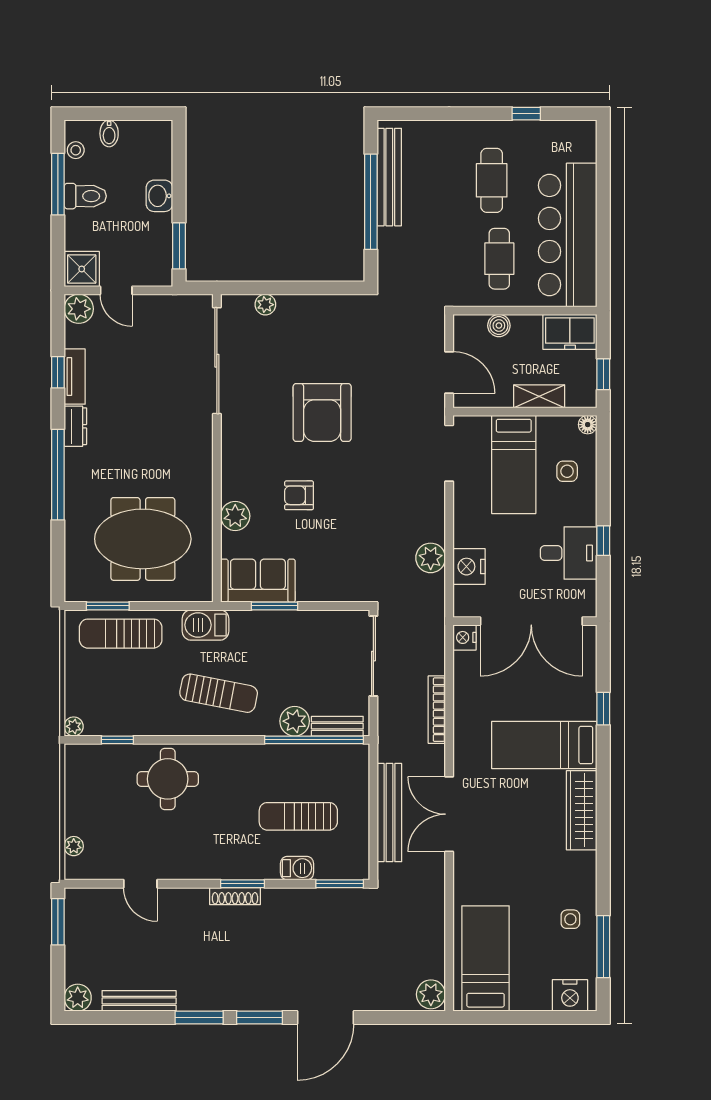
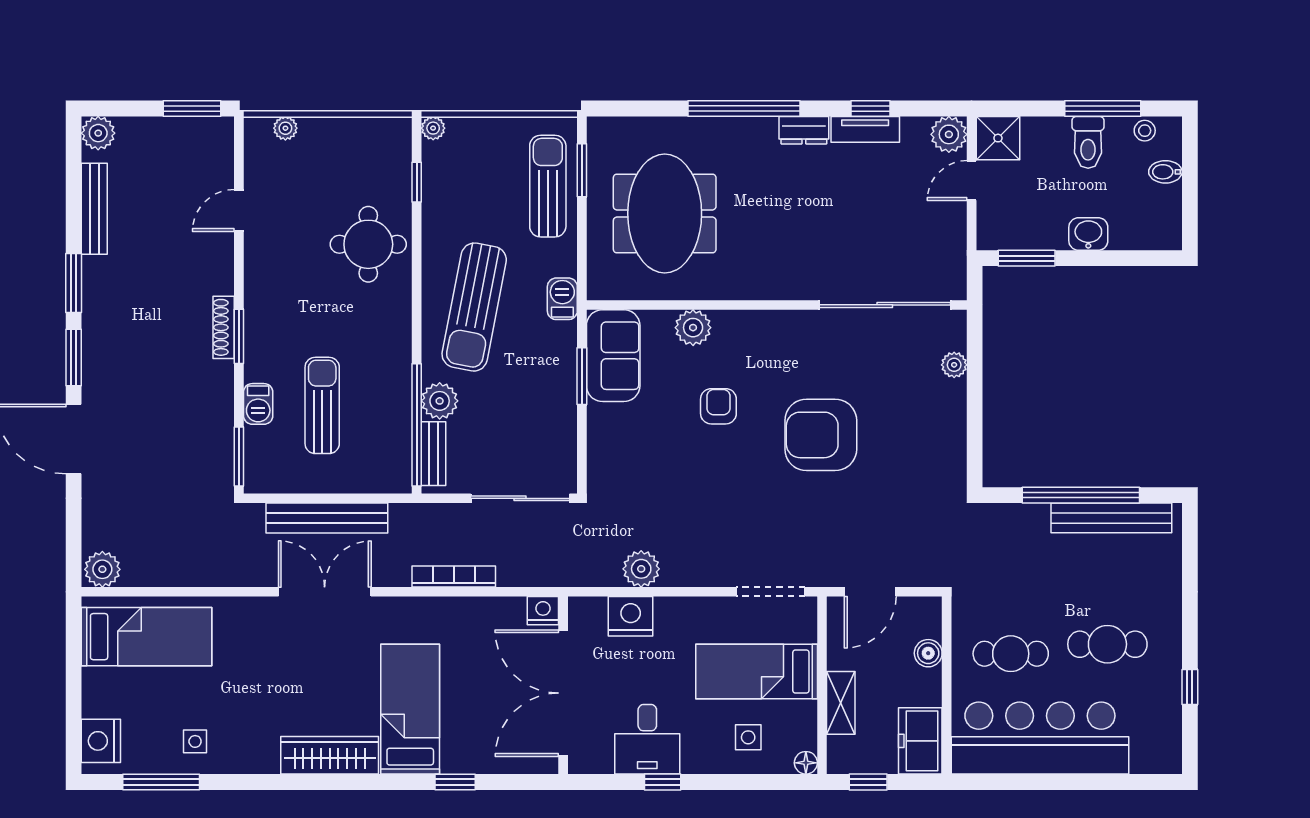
barbecue: (206, 625) -> (562, 299), width x0.73, depth x0.79
sun lounger: (219, 693) -> (474, 307), width x1.36, depth x1.34

